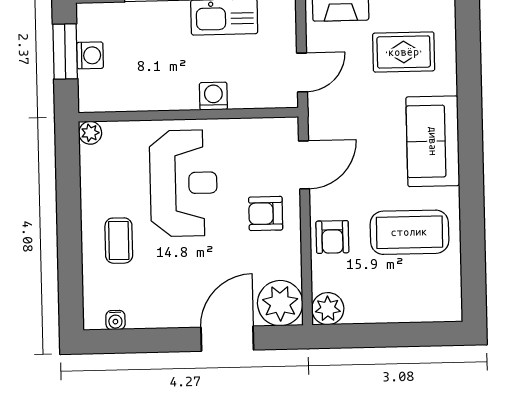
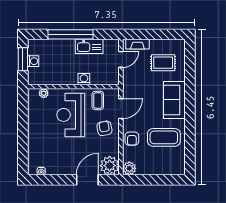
door: (302, 72) -> (121, 59), moved
plant: (90, 133) -> (44, 93), moved
reception desk: (184, 183) -> (71, 115), turned 180
armchair: (266, 213) -> (104, 128), turned 79
coffee table: (119, 241) -> (98, 100), moved

